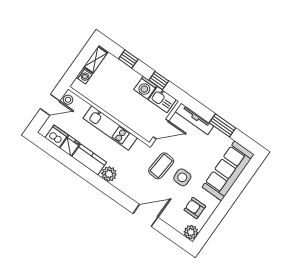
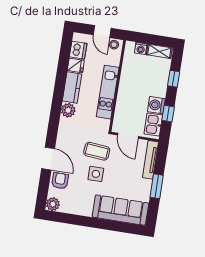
armchair: (195, 208) -> (60, 181), moved

